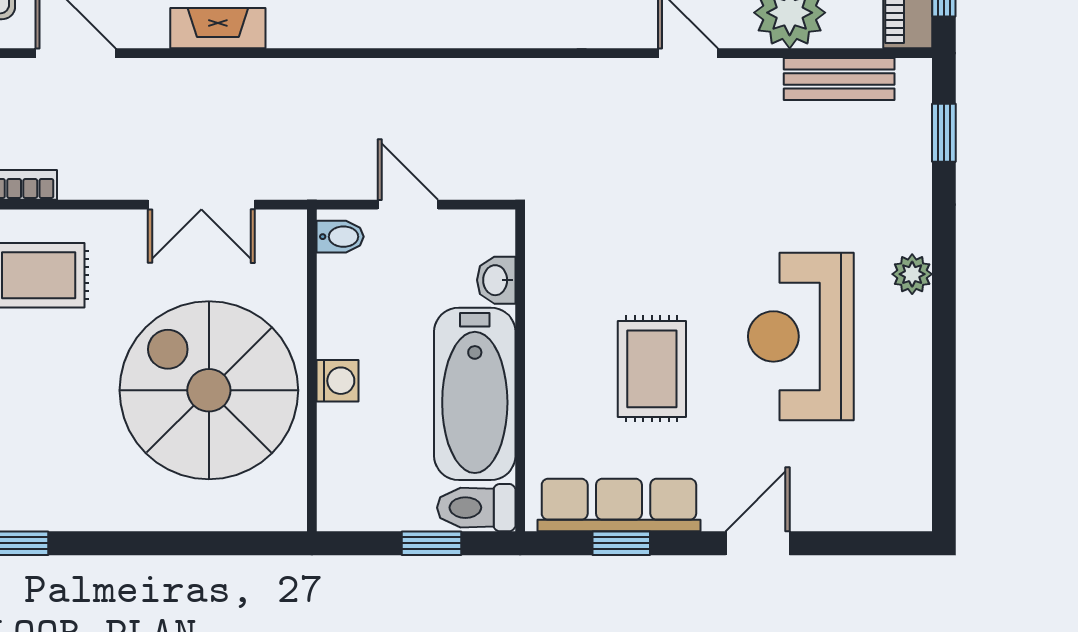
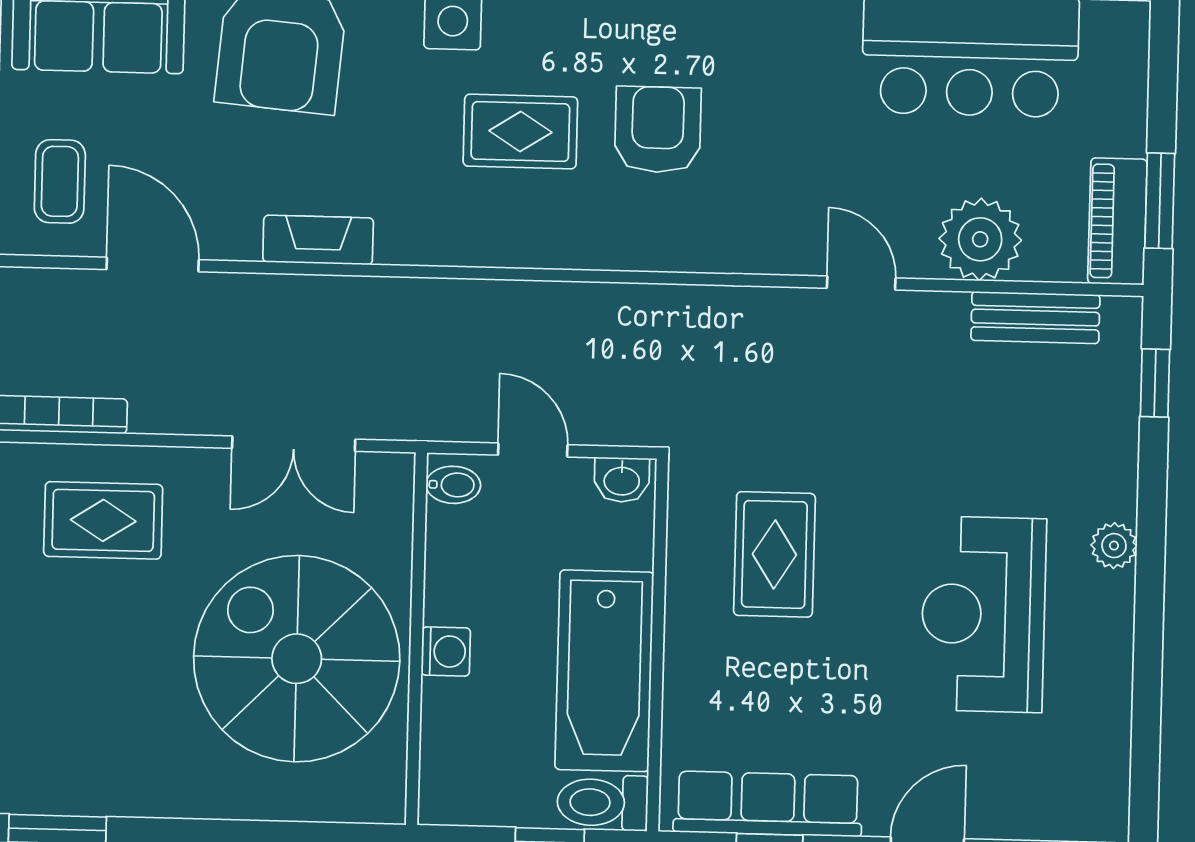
washbasin: (496, 280) -> (622, 480), moved, turned -90
rug: (652, 369) -> (774, 554), moved

